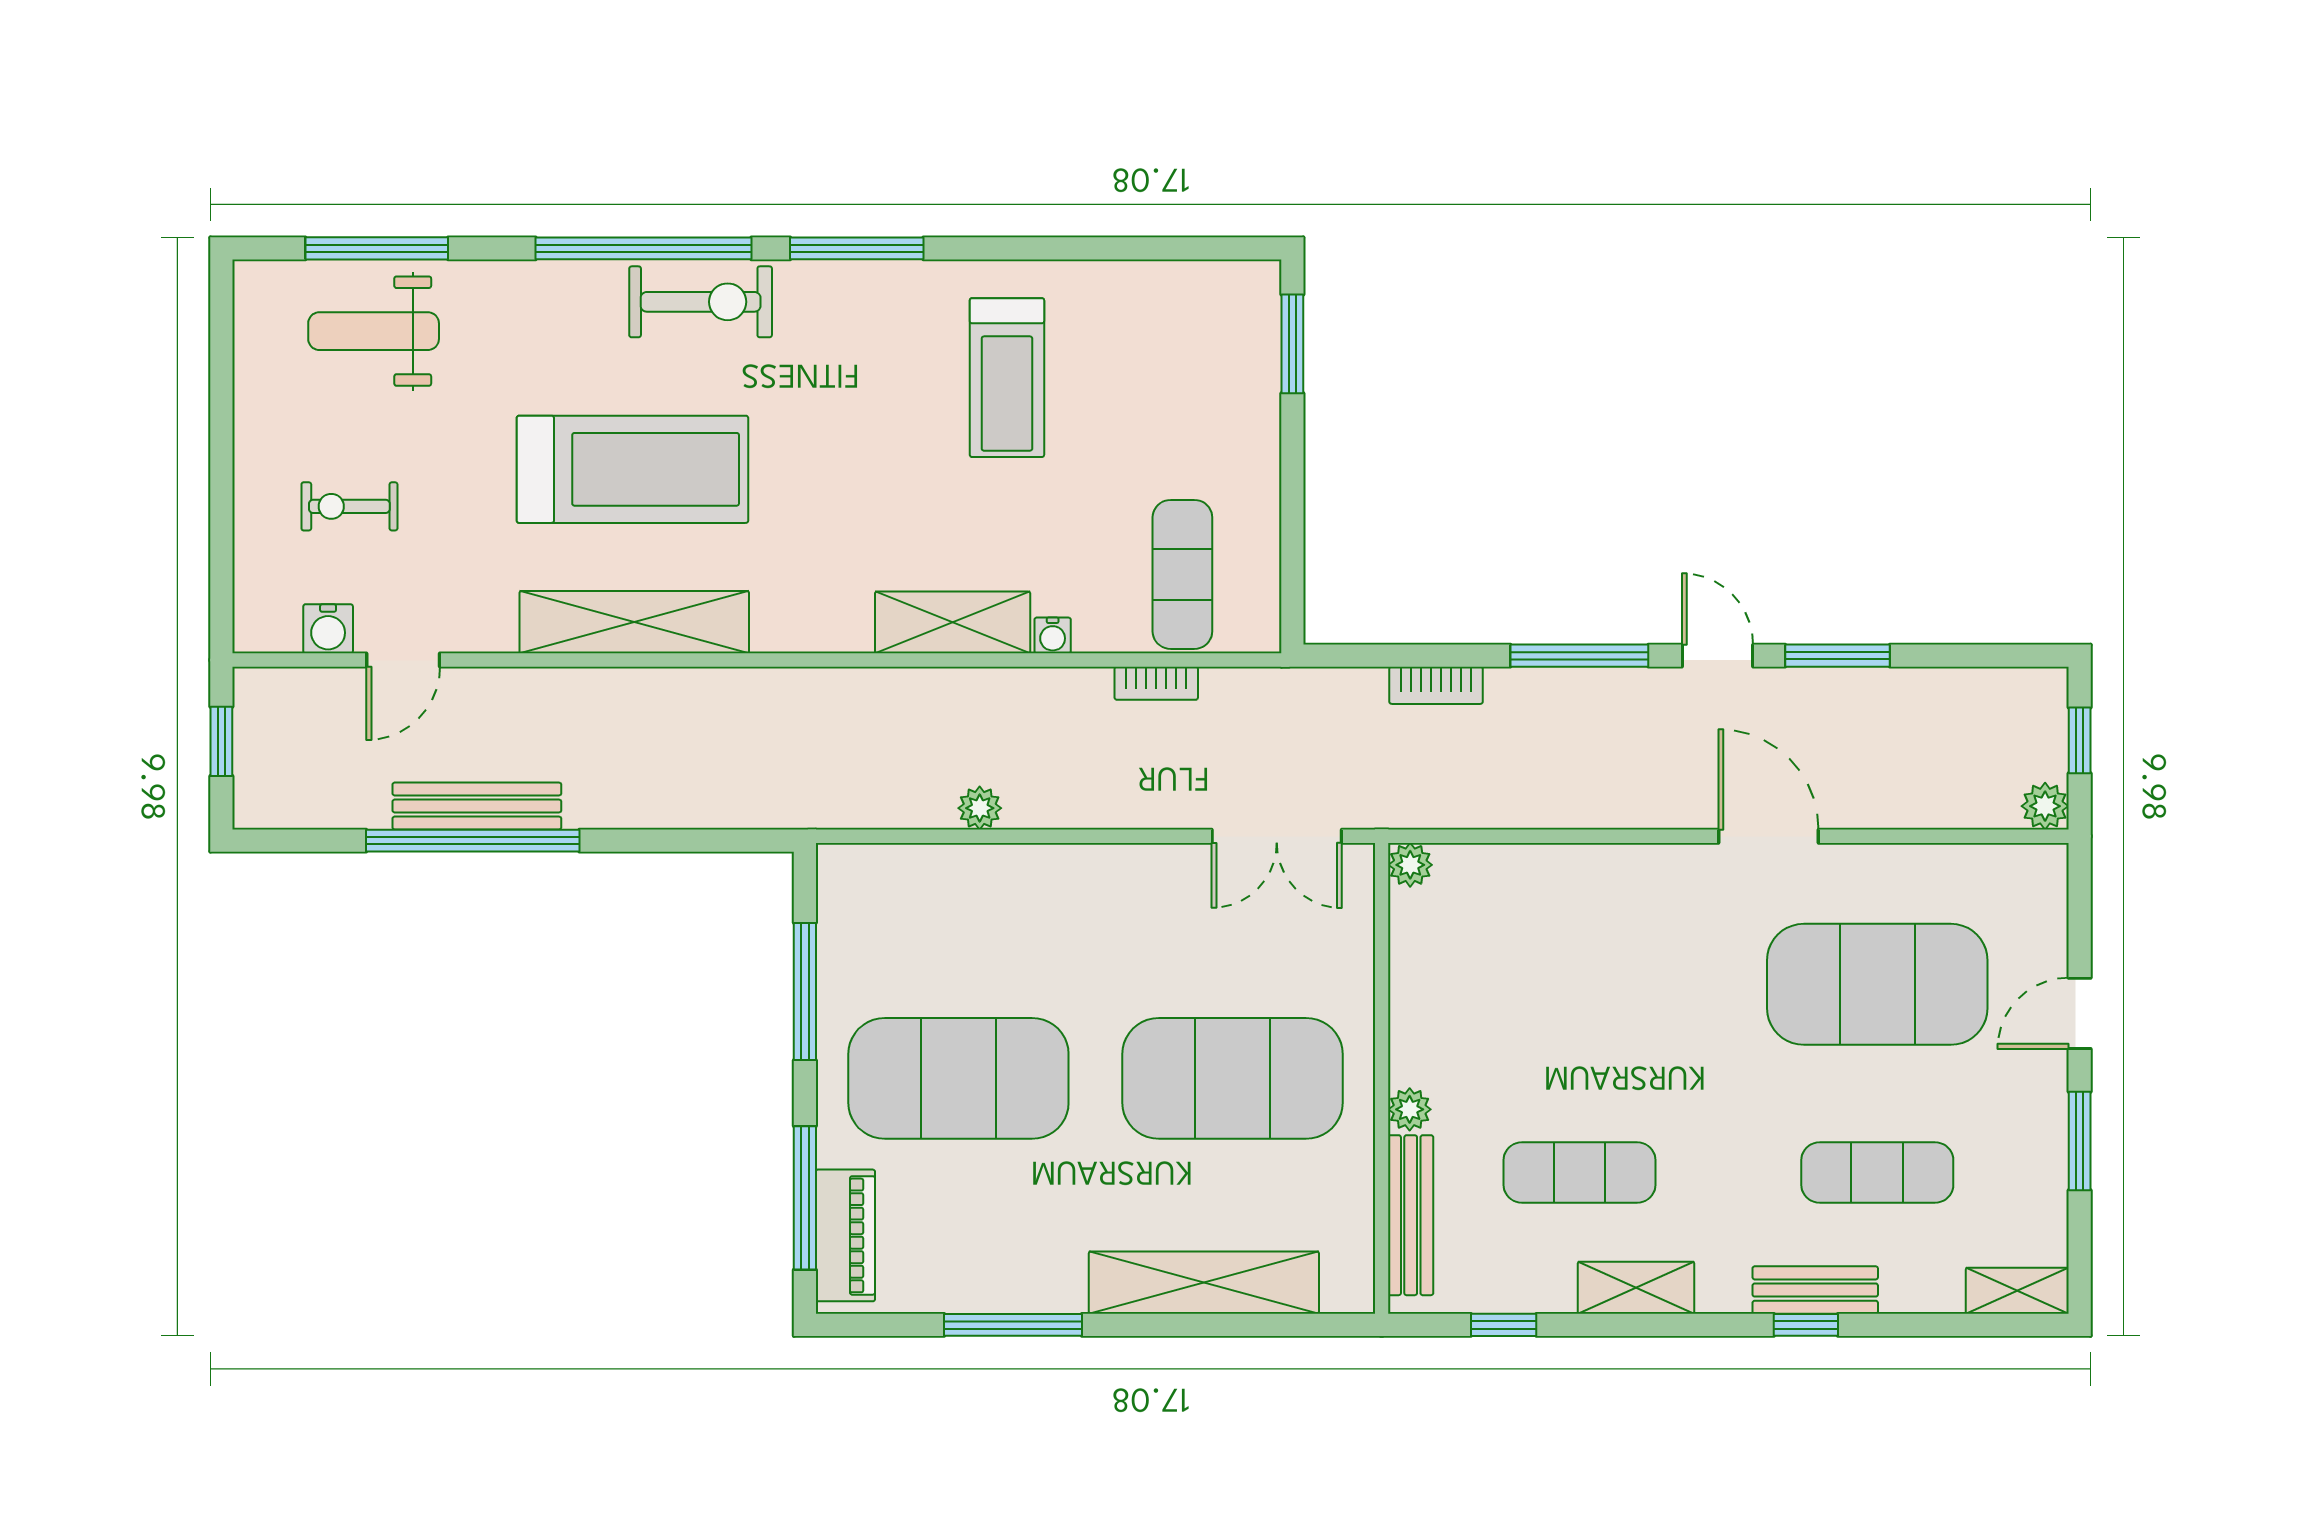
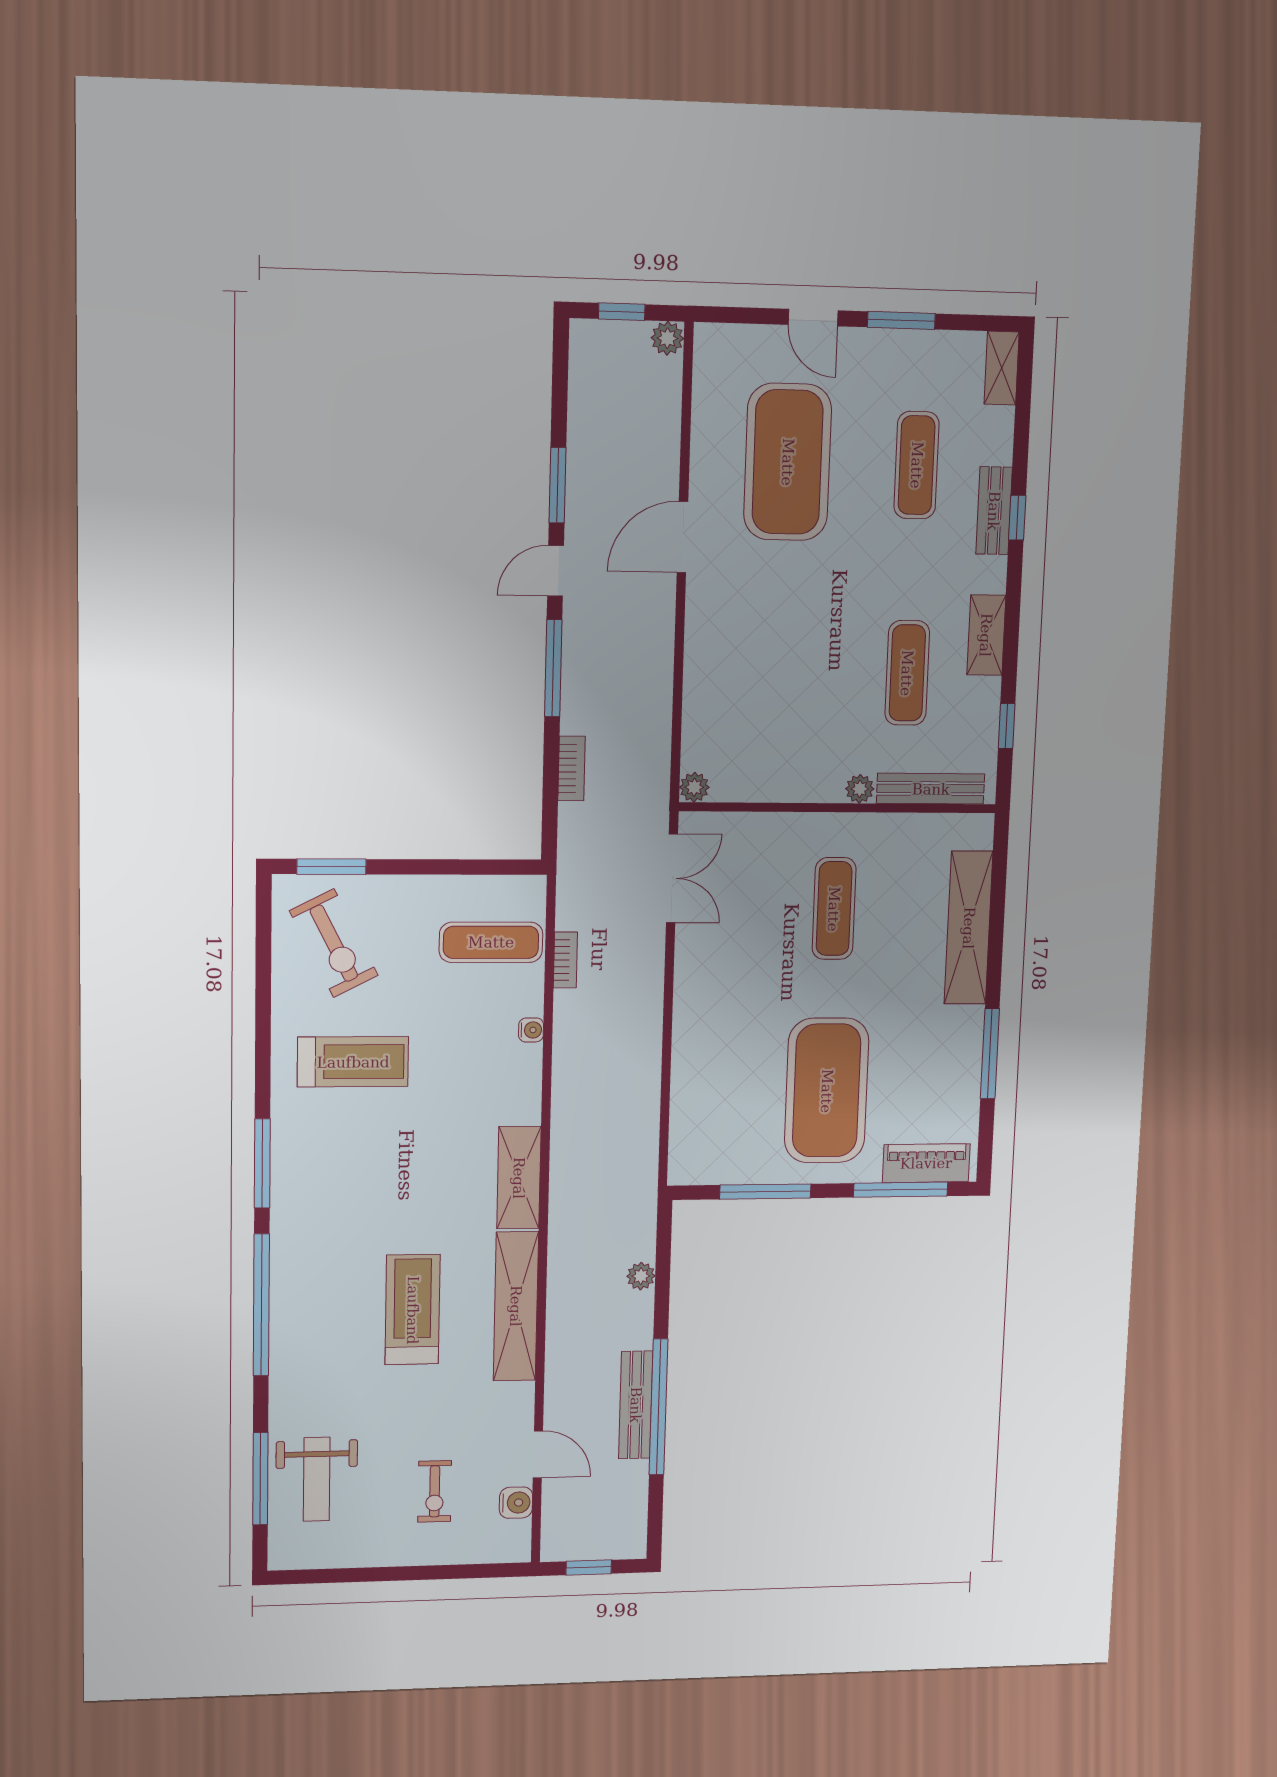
exercise bike: (701, 302) -> (334, 943), moved, turned 153
treadmill: (632, 469) -> (413, 1310), width x0.73, depth x0.73
shelving: (953, 622) -> (519, 1178), moved
plant: (980, 808) -> (641, 1276), moved
exercise mat: (1232, 1078) -> (834, 909), width x0.50, depth x0.69

